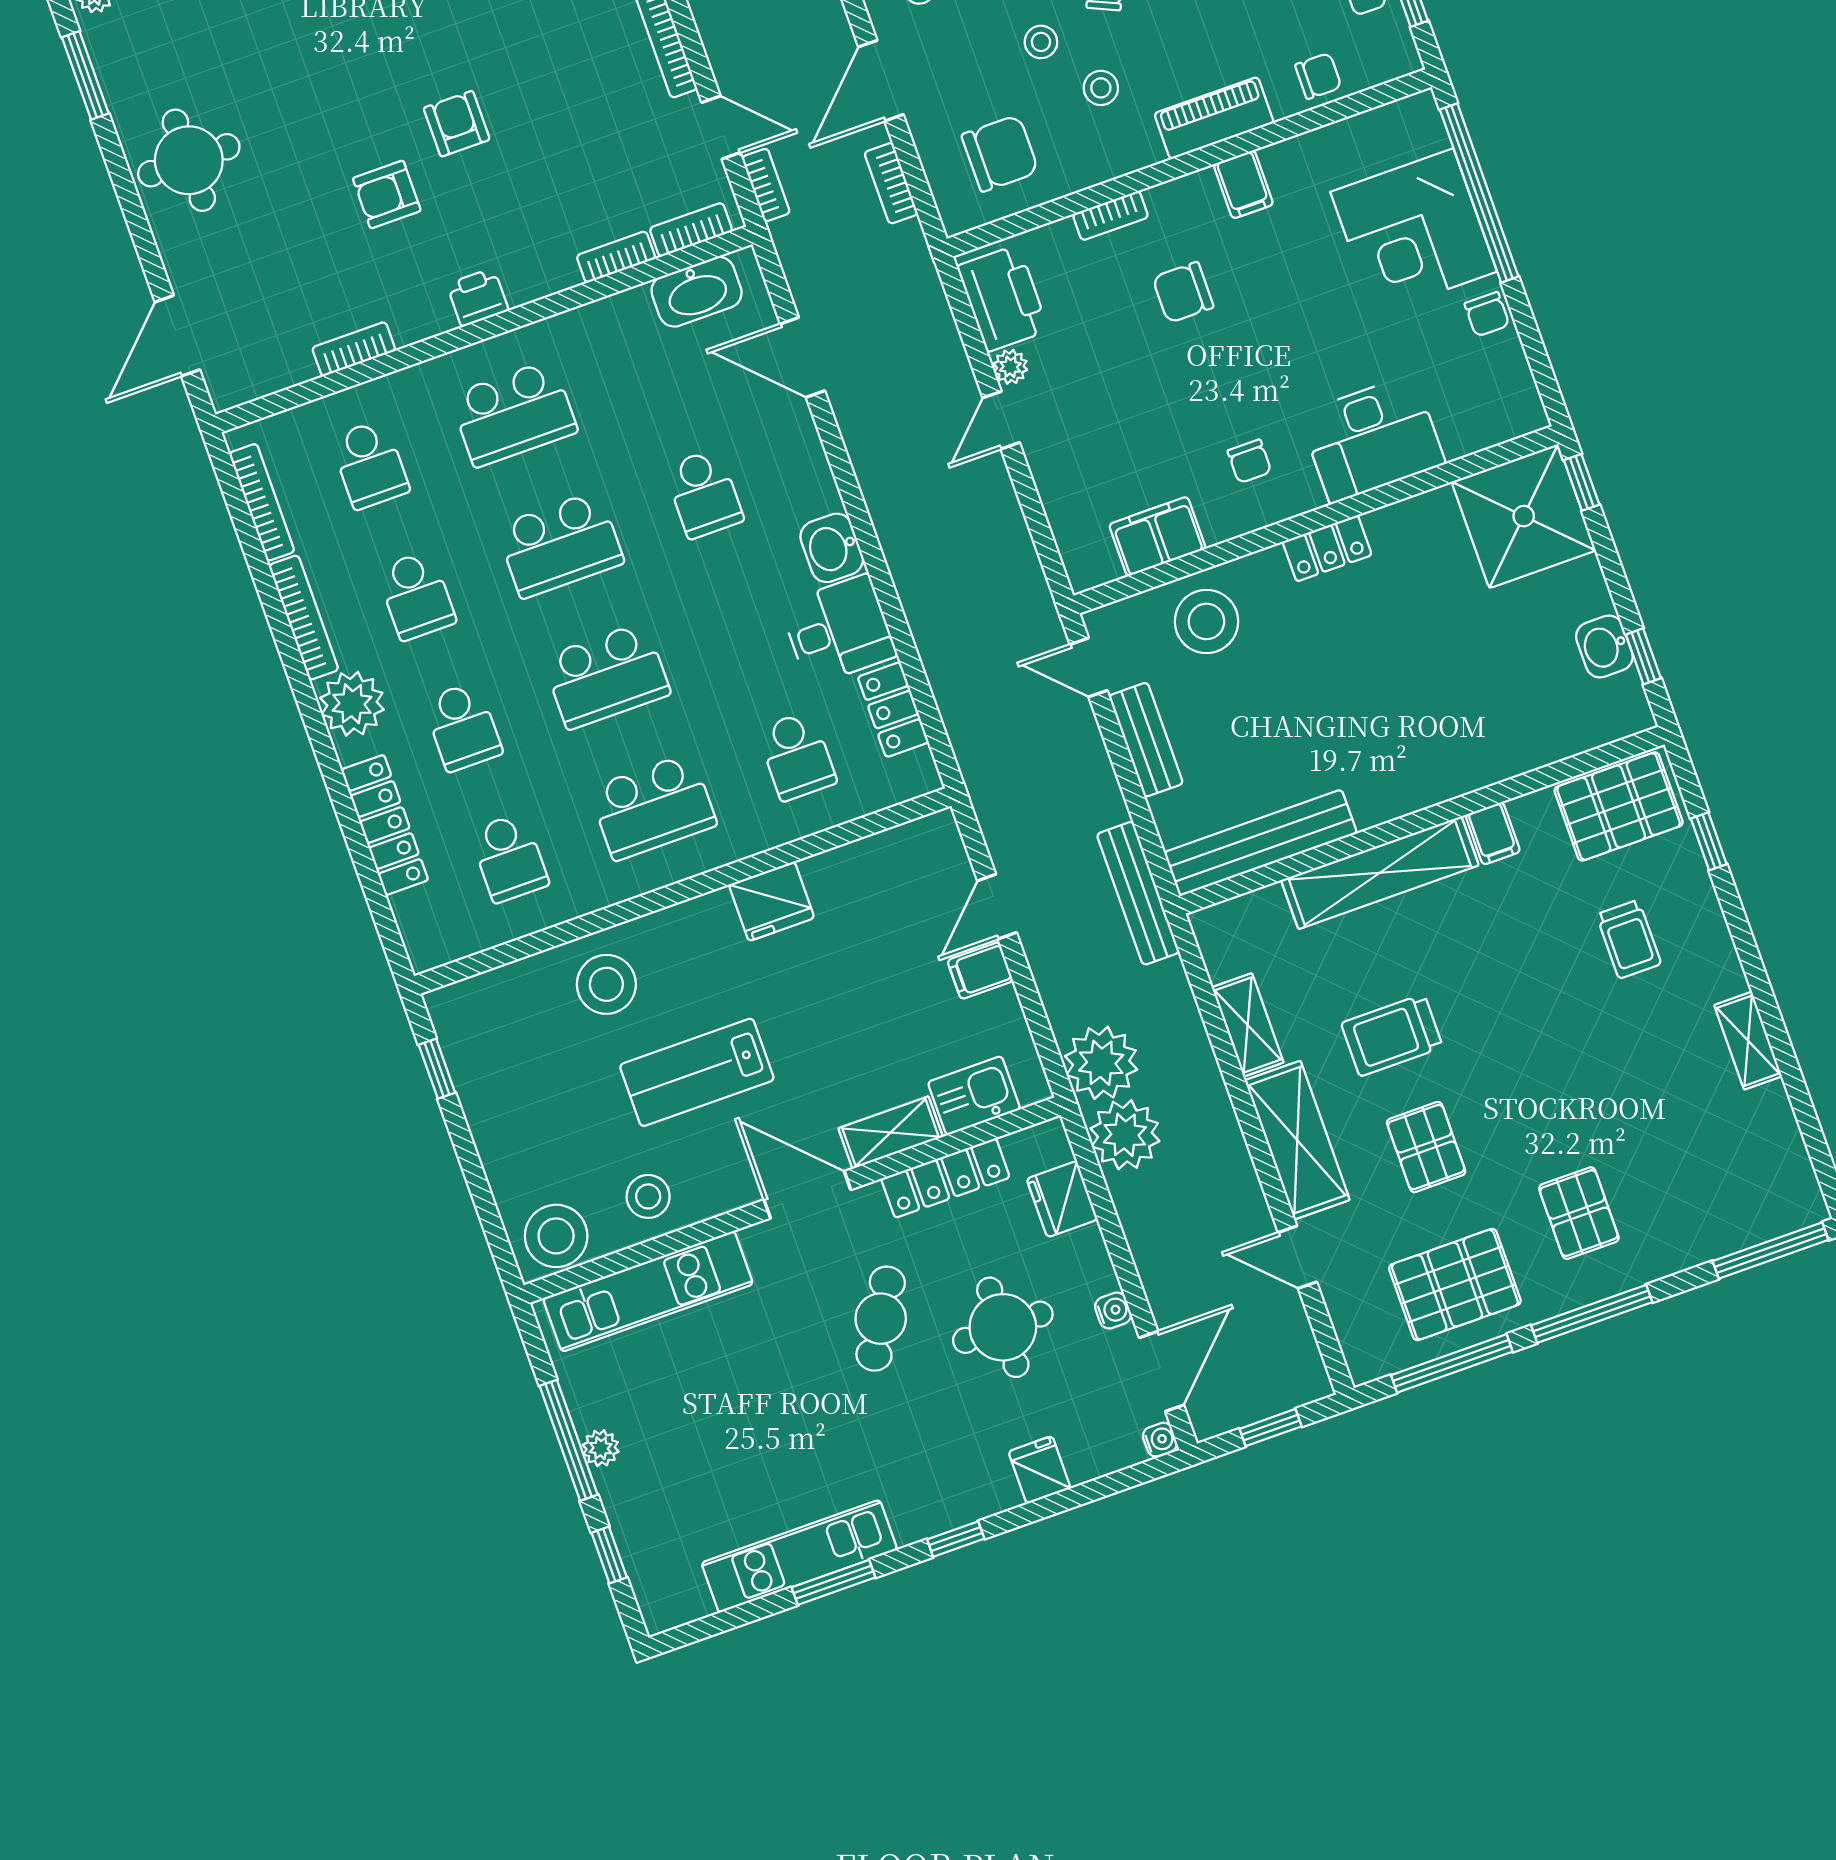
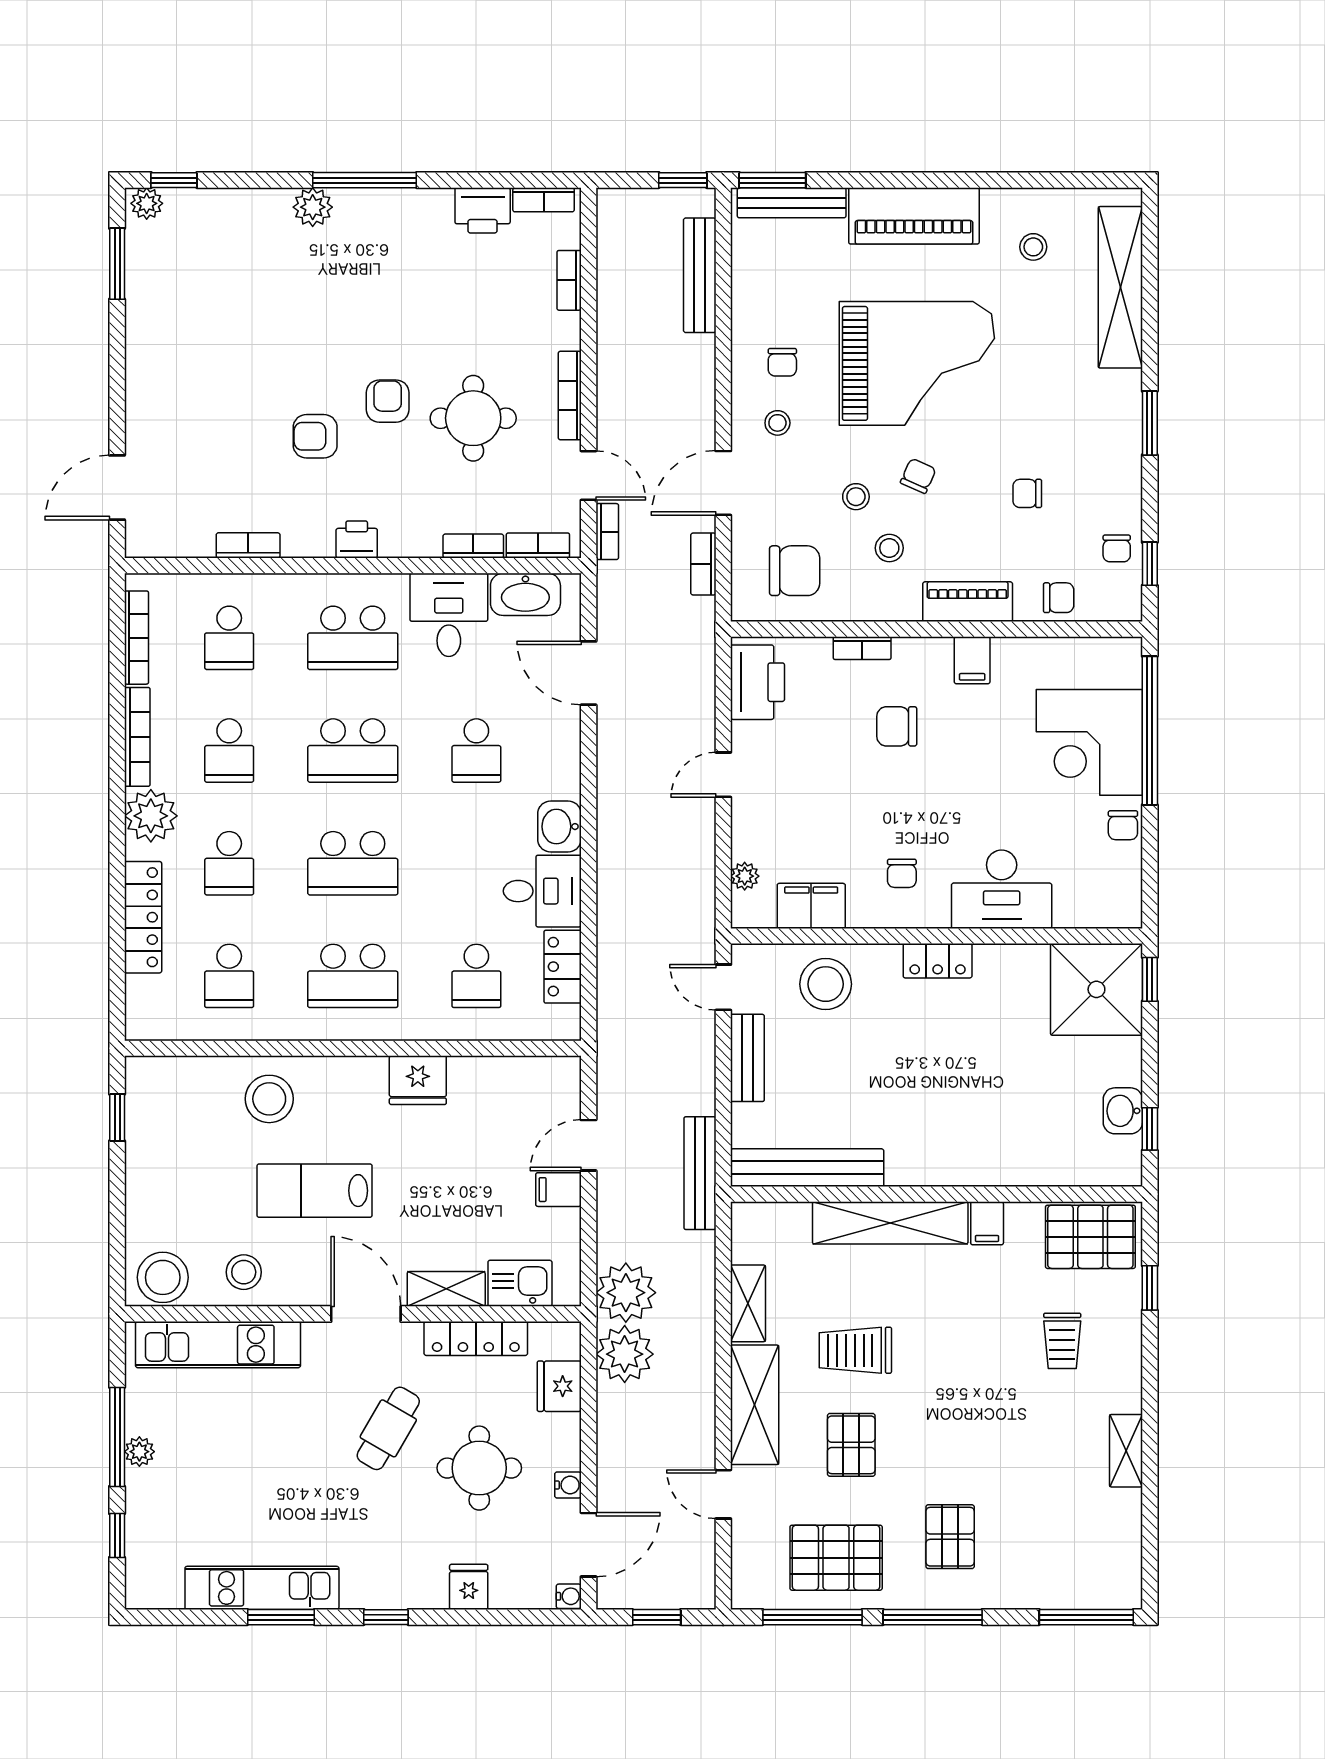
round table: (189, 160) -> (473, 418), moved
desk: (616, 347) -> (449, 615), added
plant: (1010, 367) -> (745, 876), moved

